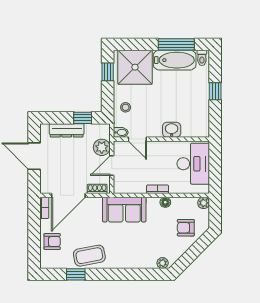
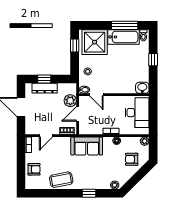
window: (83, 118) -> (44, 79), moved
washbasin: (172, 130) -> (142, 88), moved
door: (68, 195) -> (46, 136), width x0.53
window: (76, 274) -> (89, 193), moved

